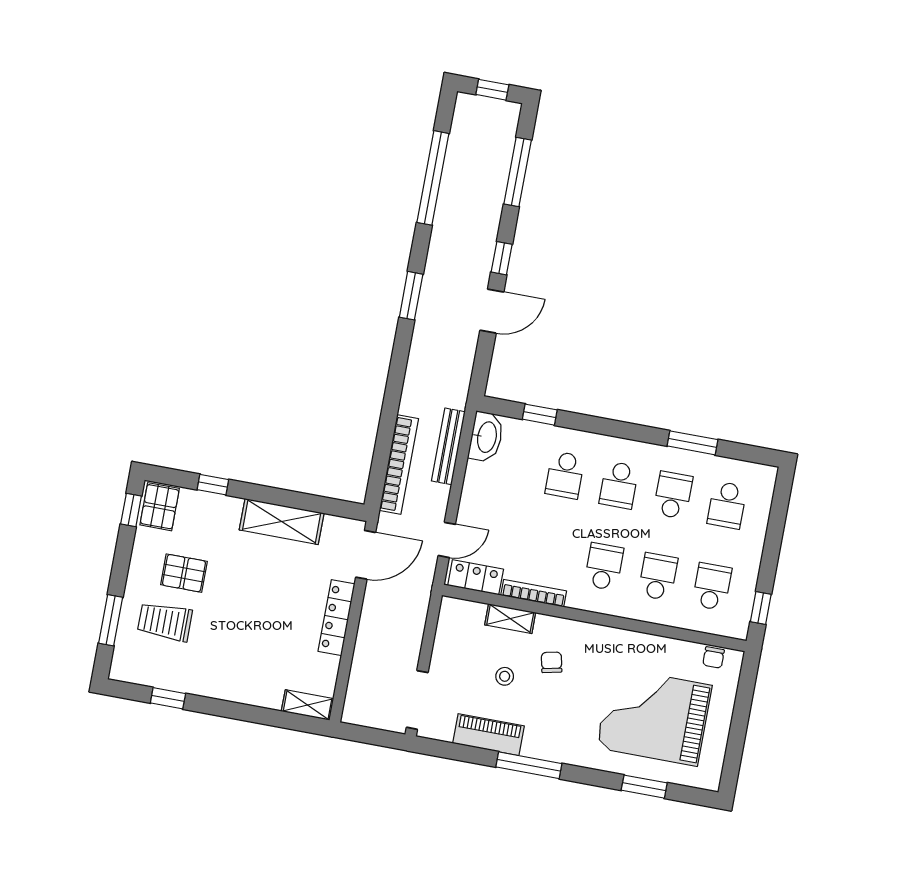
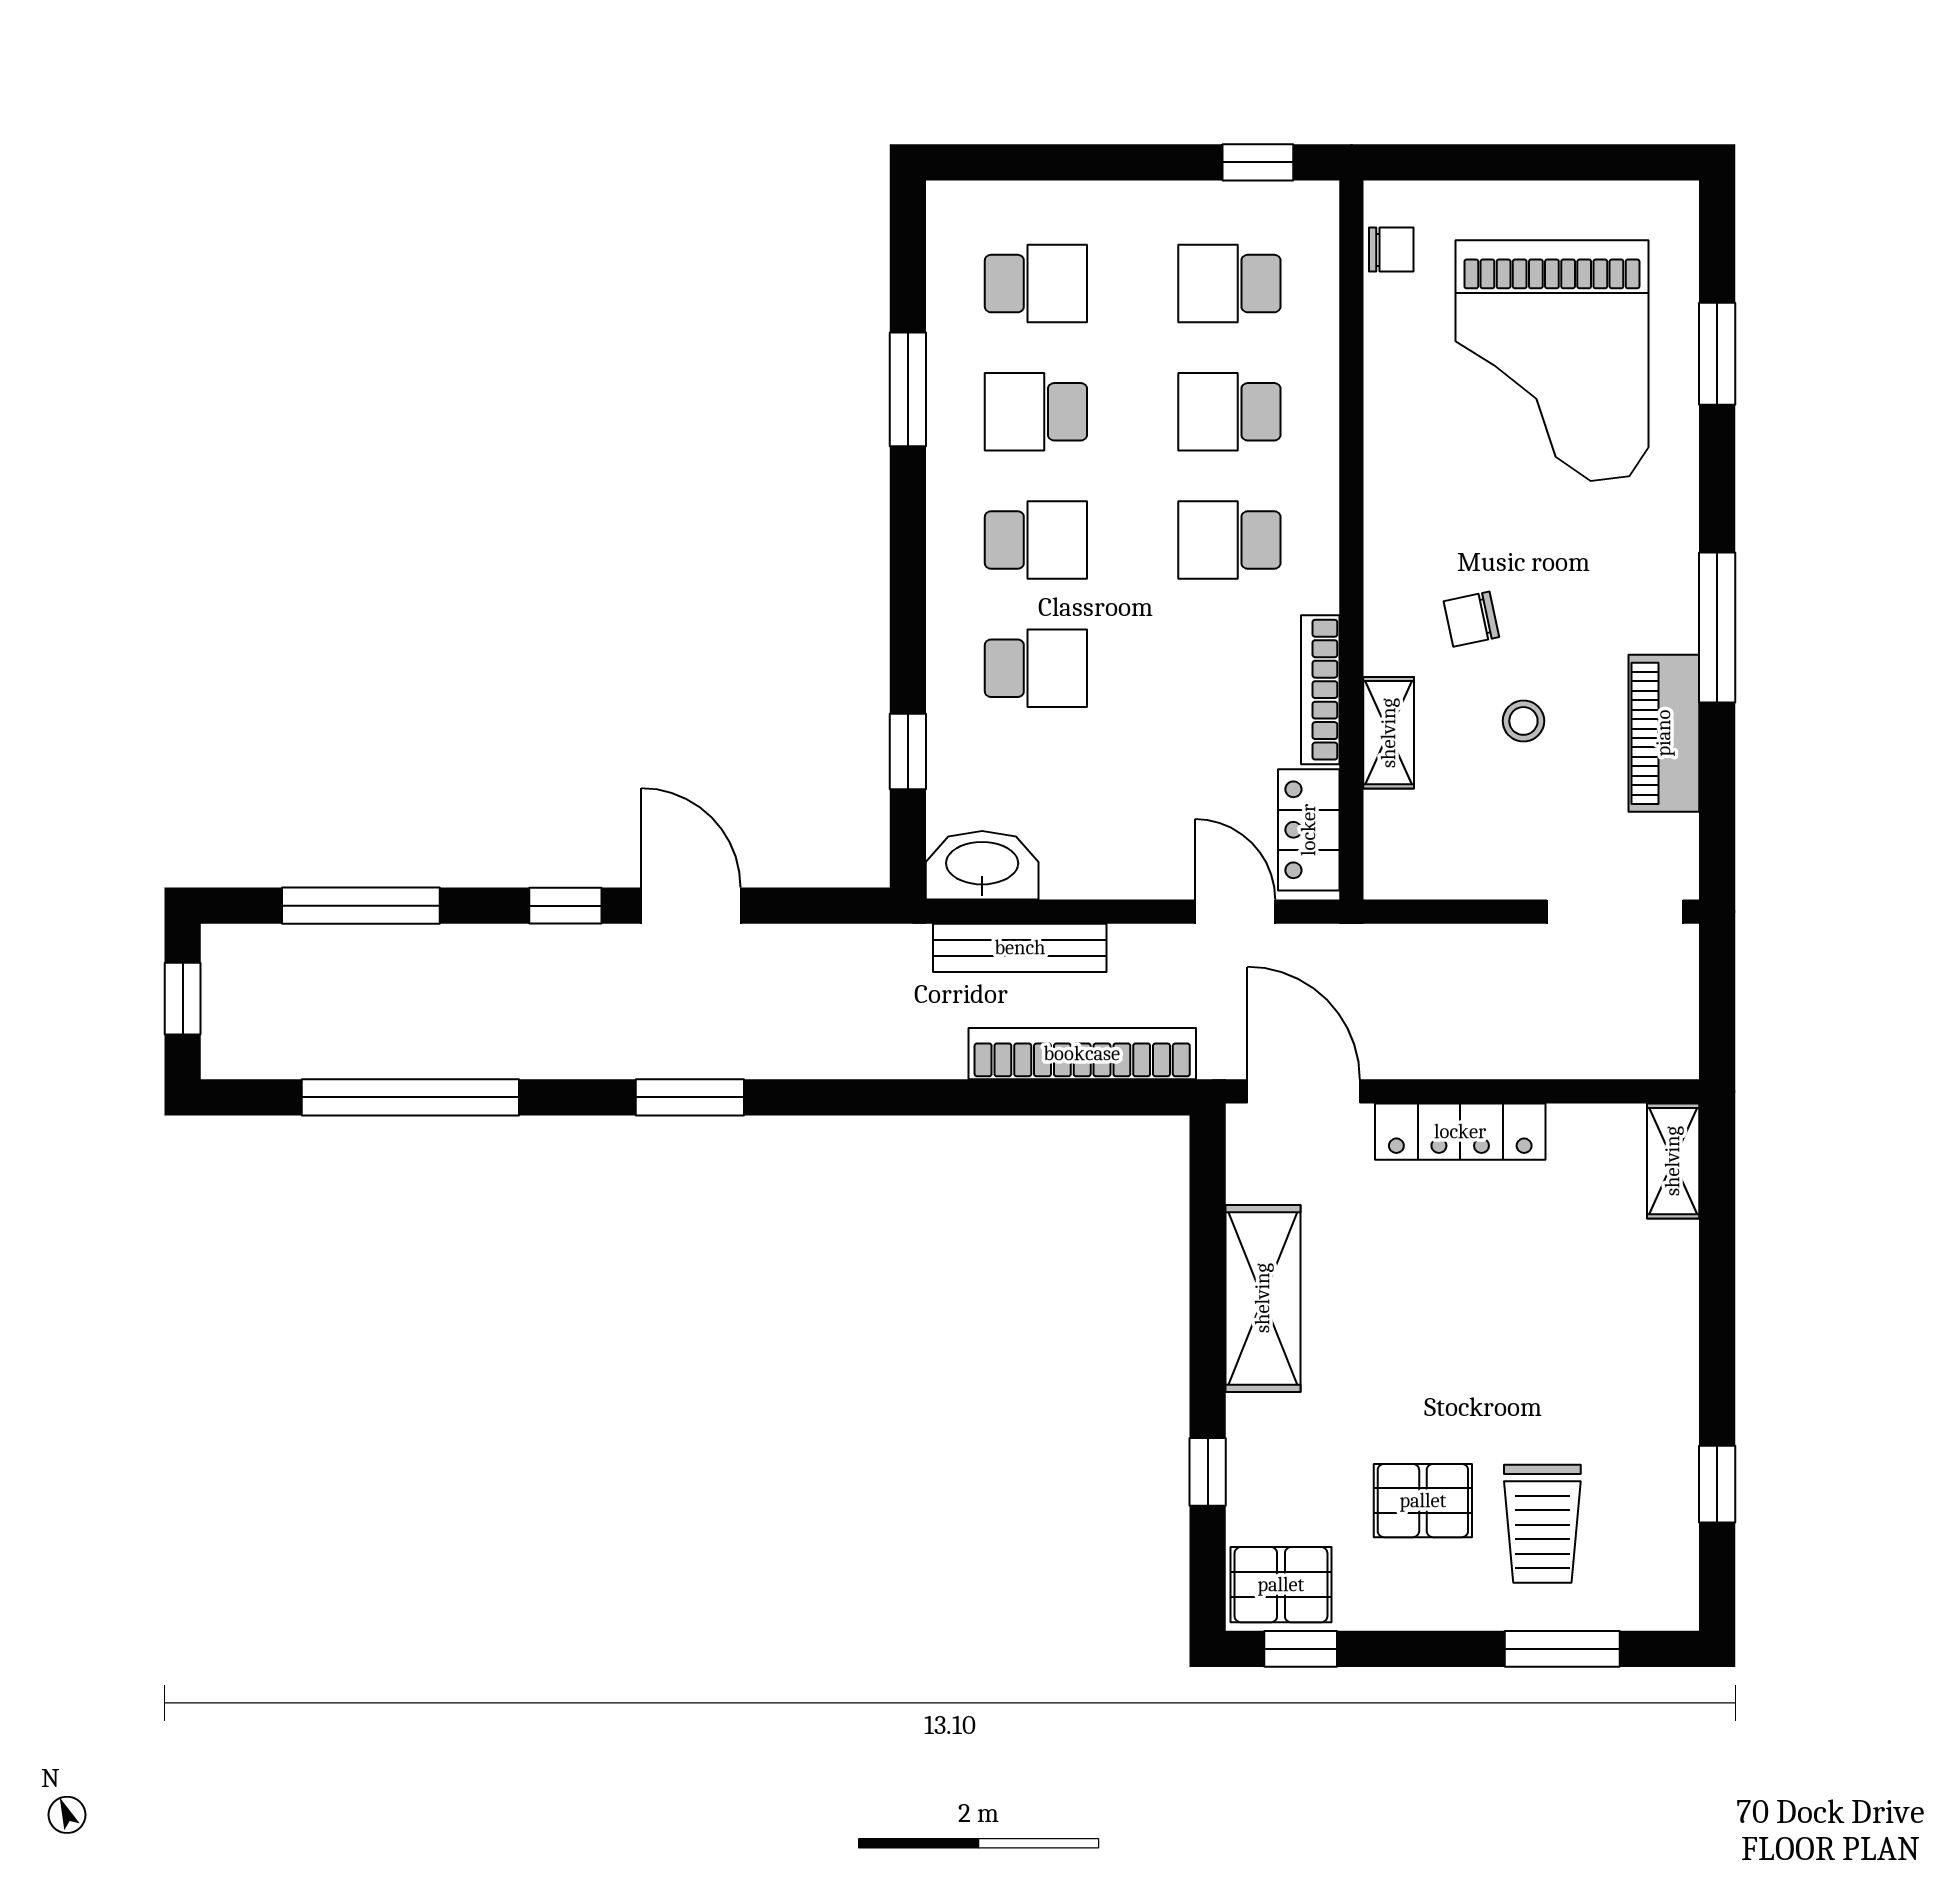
pallet: (184, 573) -> (1423, 1501), turned 90

